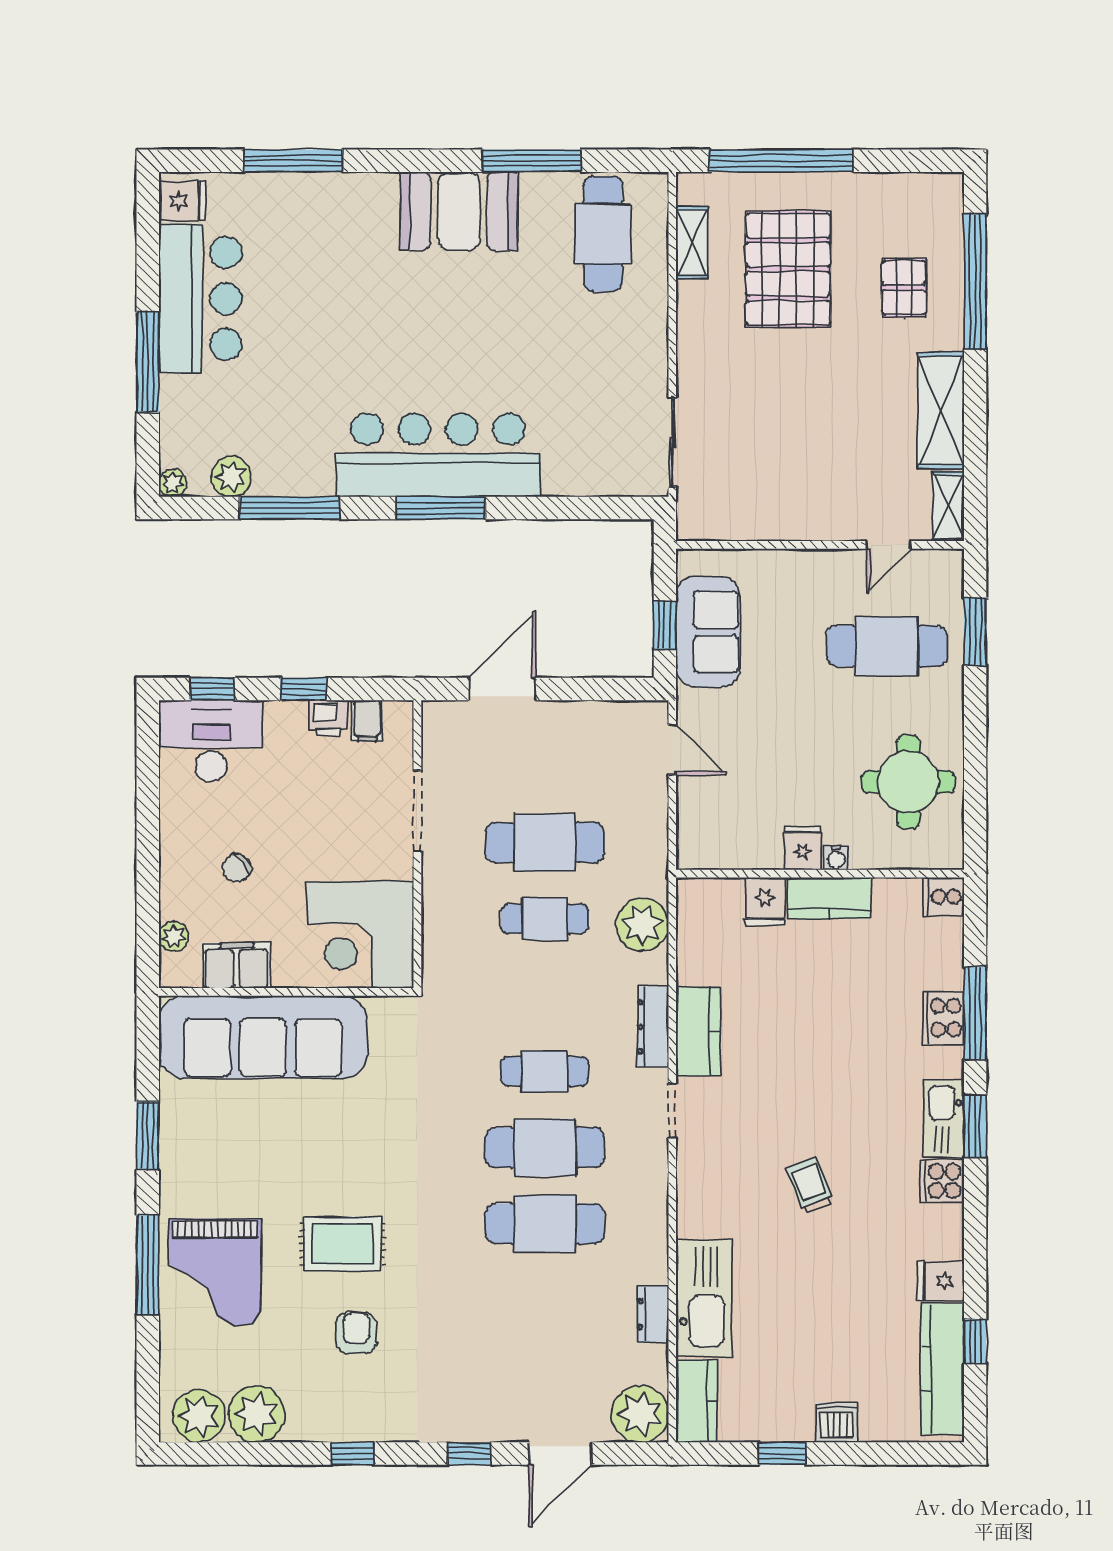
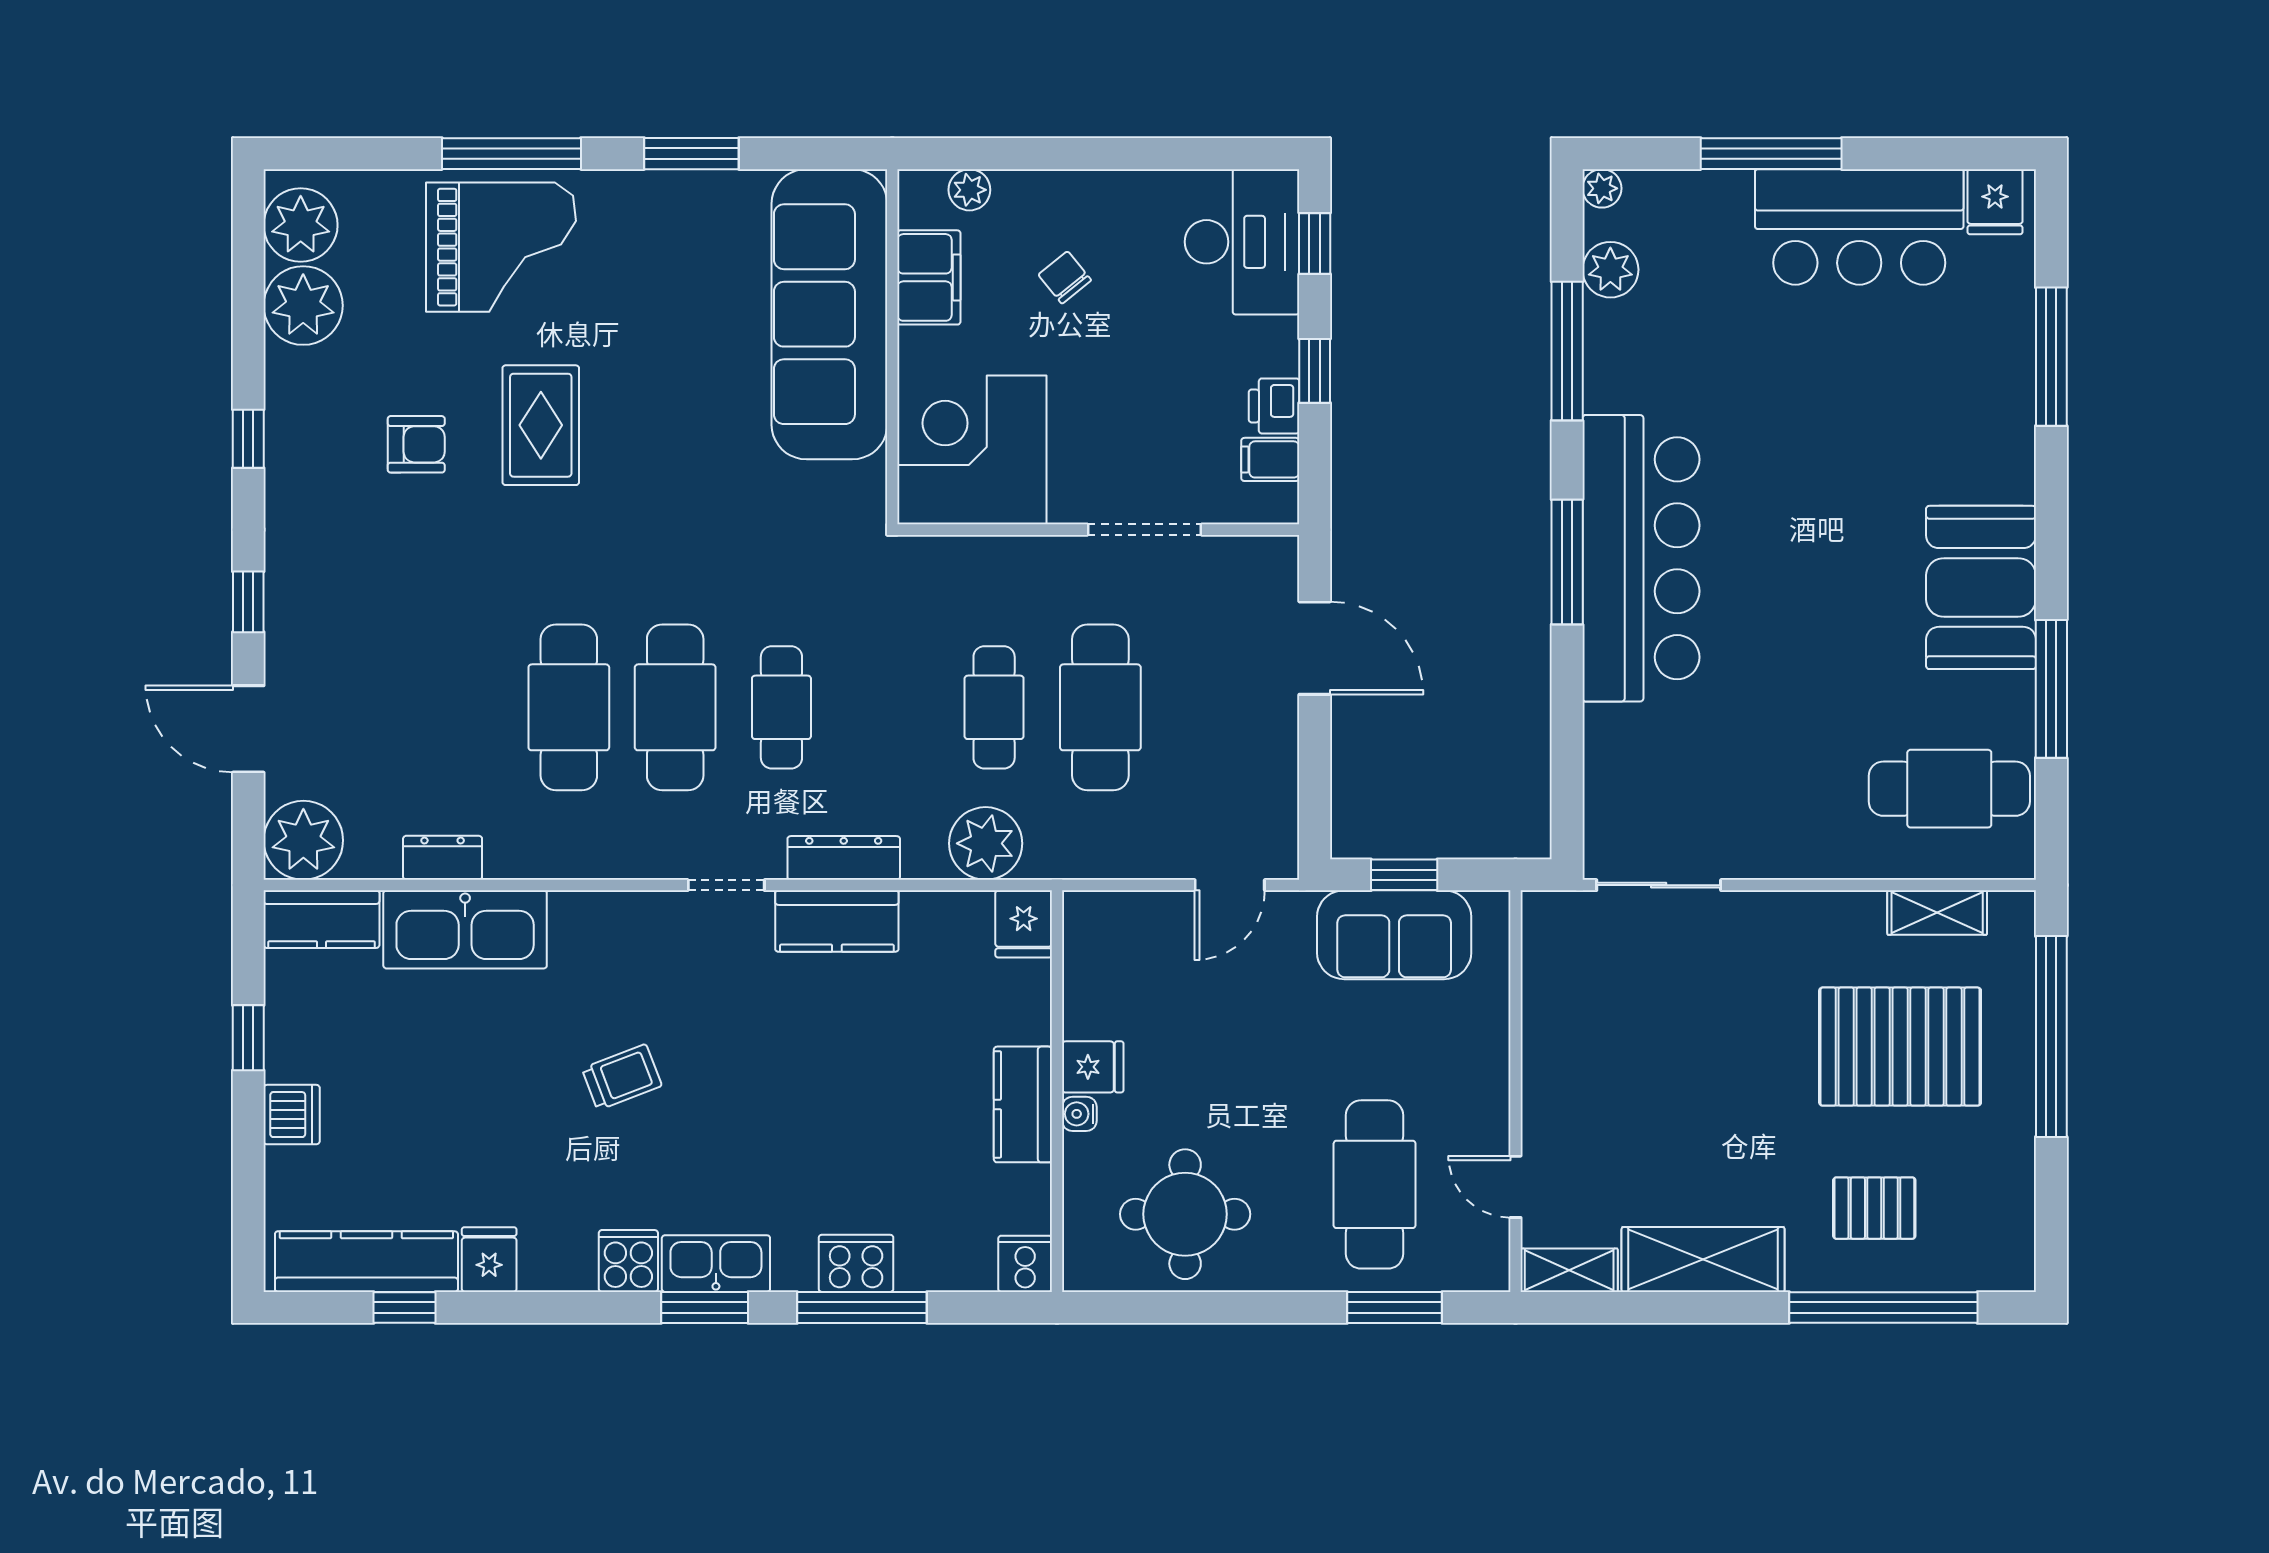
fridge: (765, 901) -> (1024, 924), moved, turned -90
grand piano: (215, 1272) -> (501, 247), turned 180

